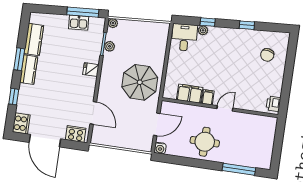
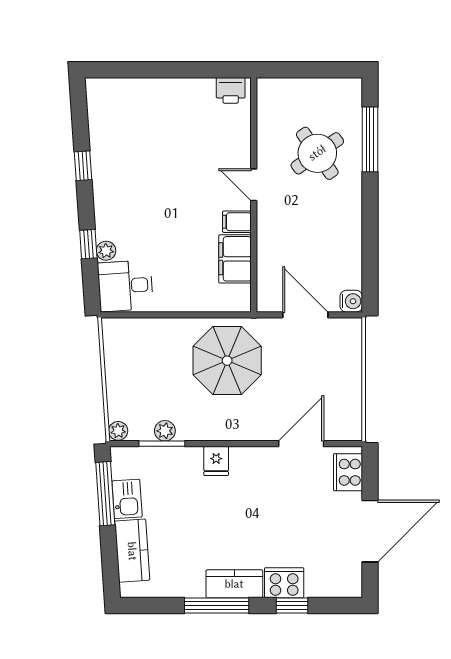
kitchen counter: (34, 39) -> (132, 551), moved, turned 86
chair: (267, 55) -> (136, 117), removed
window: (19, 59) -> (217, 605), width x1.44
cooker: (21, 123) -> (284, 583), moved
round table: (205, 142) -> (317, 153), moved, turned -35

